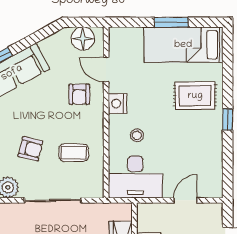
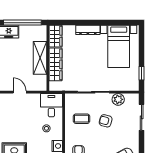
desk: (135, 177) -> (51, 105), width x0.73
door: (185, 200) -> (20, 92), swing flipped

